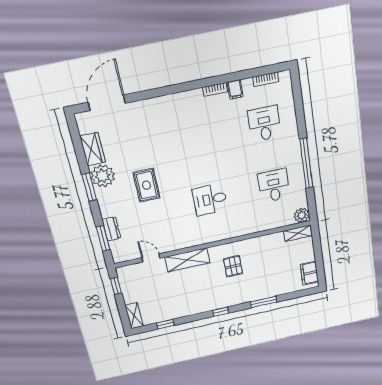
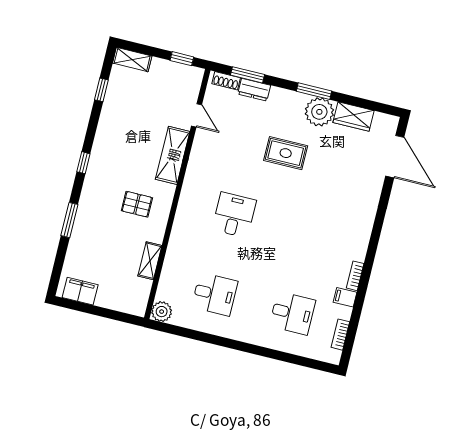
window: (306, 163) -> (223, 342), removed
shelving: (298, 233) -> (150, 261), moved
shoe rack: (115, 250) -> (226, 81), added
door: (151, 258) -> (197, 115), hinge flipped

